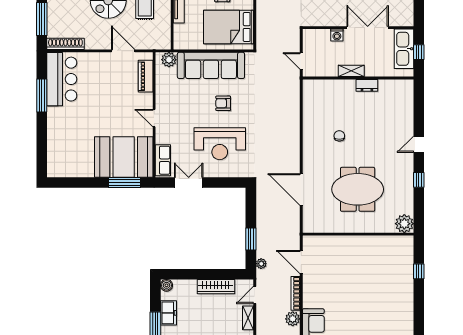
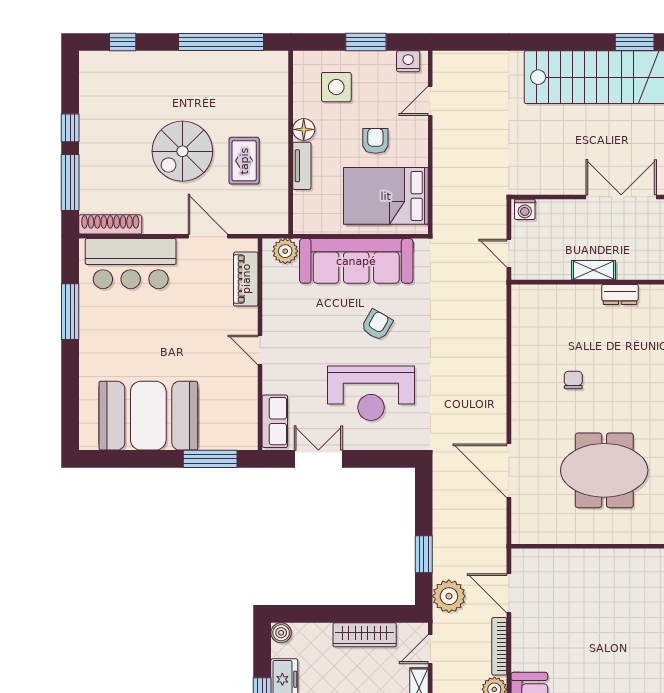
washing machine: (337, 35) -> (525, 209), moved
bar counter: (62, 79) -> (131, 264), moved, turned 90
armchair: (223, 103) -> (377, 325), turned 120
booth: (124, 157) -> (148, 416), moved
plant: (261, 264) -> (449, 596), width x1.87, depth x1.87

